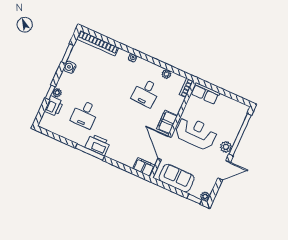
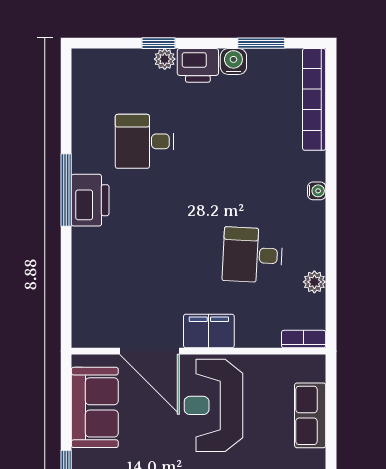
row of seats: (205, 93) -> (310, 415), moved
printer: (54, 106) -> (198, 65), moved
reception desk: (196, 133) -> (213, 405), turned 180
door: (165, 148) -> (149, 351), swing flipped
filing cabinet: (144, 167) -> (87, 324), removed

